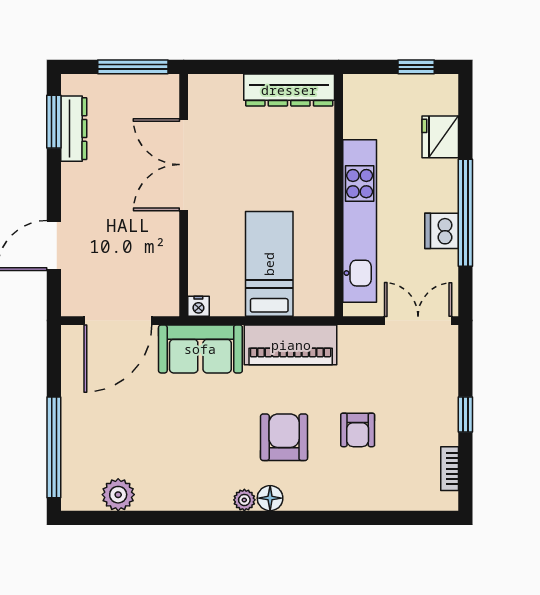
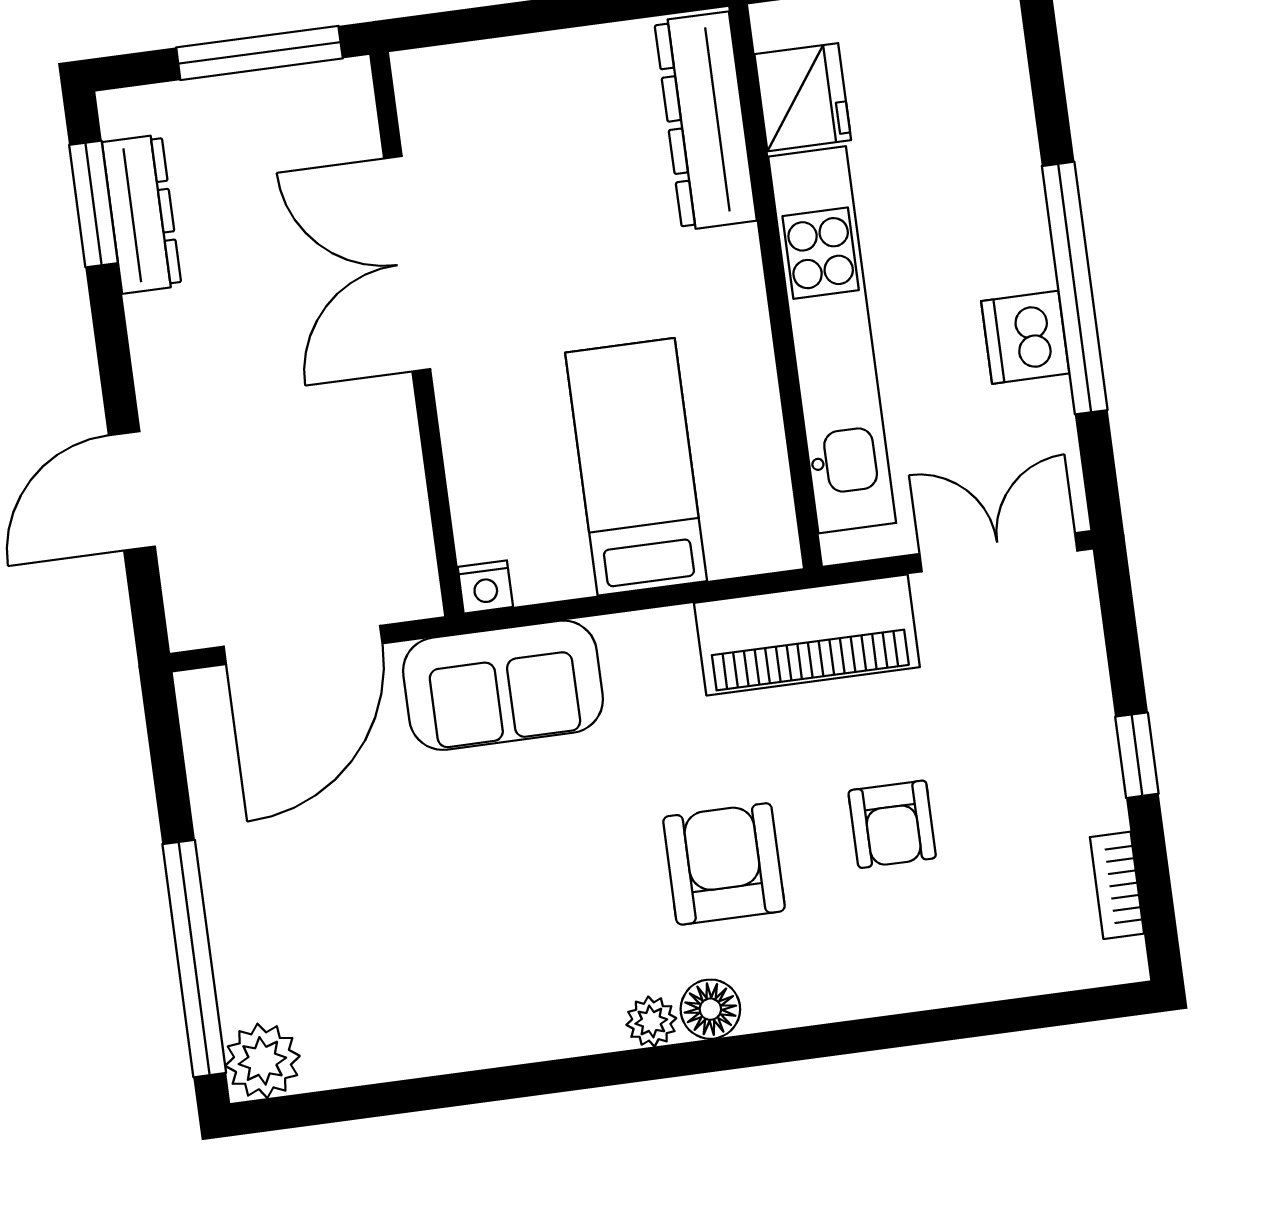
dresser: (289, 90) -> (705, 121), moved, turned 90
fridge: (440, 137) -> (803, 97), moved, turned 180
piano: (291, 345) -> (807, 635), moved
plant: (118, 495) -> (262, 1061), moved

